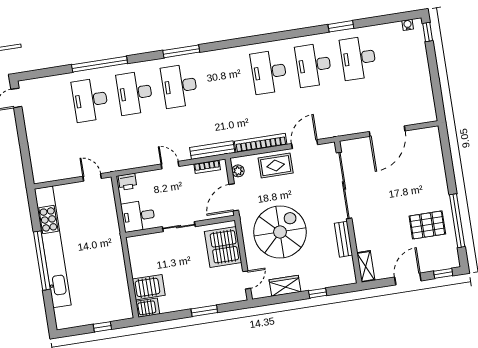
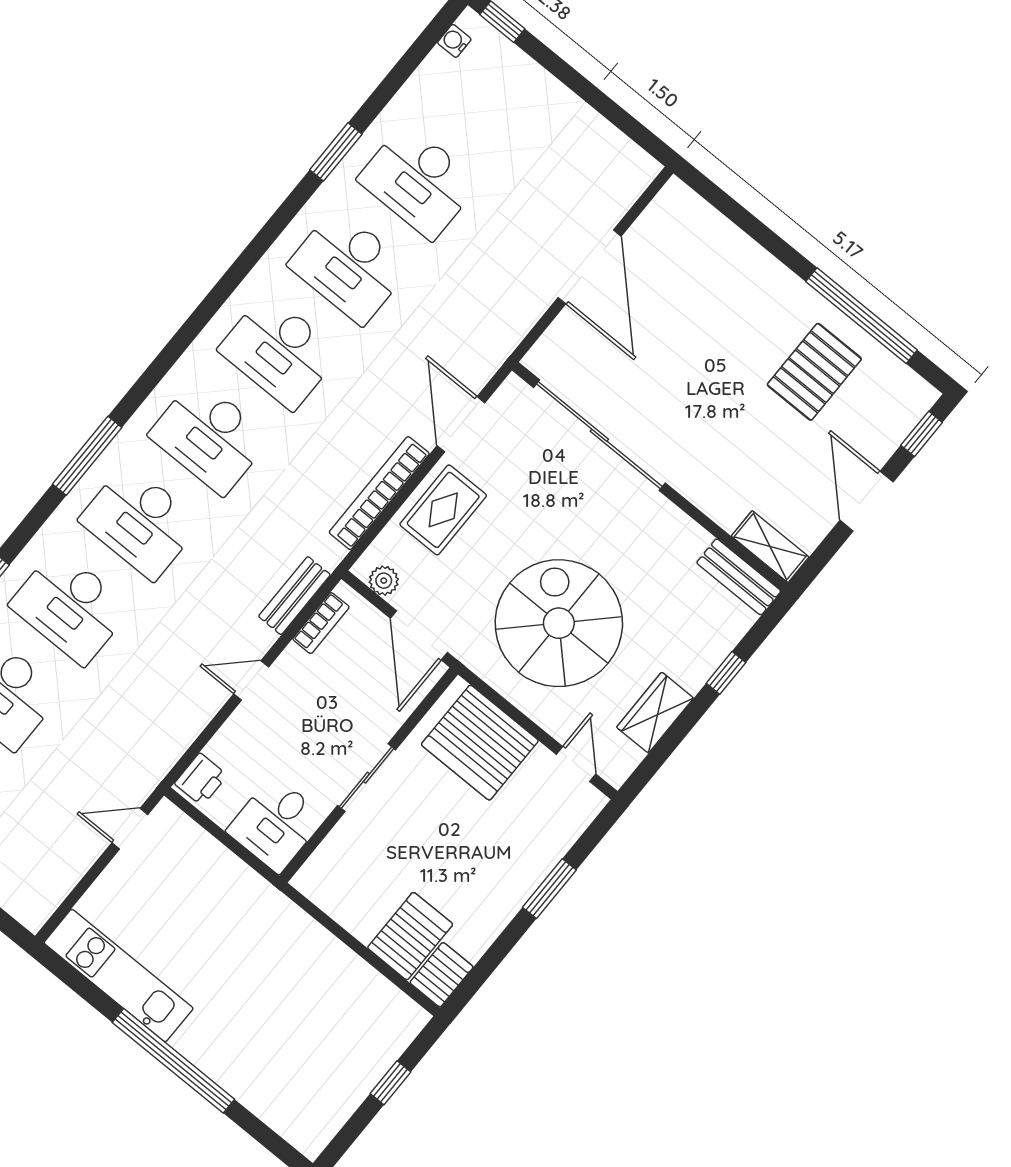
desk: (224, 79) -> (210, 436), added
bench: (212, 150) -> (294, 596), width x0.73
bench: (344, 239) -> (739, 577), moved
kitchen unit: (53, 247) -> (119, 976), width x0.54

